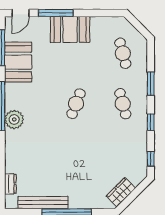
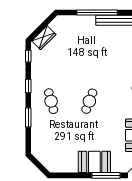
cafe table: (123, 53) -> (51, 142), removed
wardrobe: (121, 192) -> (44, 38), moved

